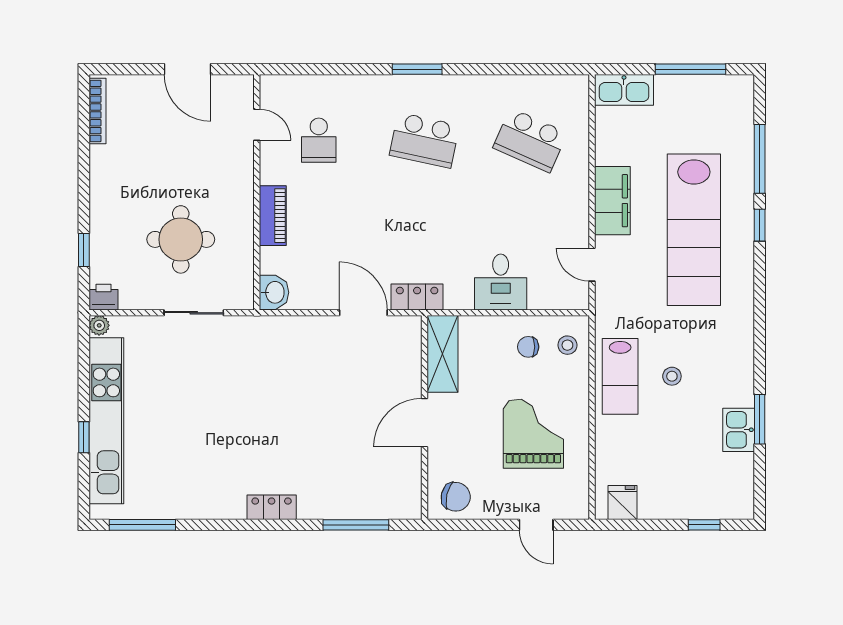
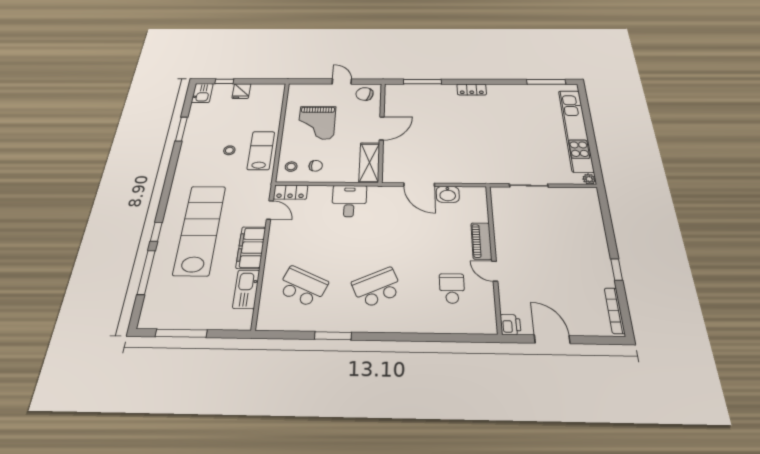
window: (417, 69) -> (333, 336), moved
kitchen sink: (624, 90) -> (246, 289), moved, turned -90
door: (257, 125) -> (495, 271), moved
school desk: (424, 140) -> (377, 287), turned -36
round table: (181, 239) -> (543, 227), removed
window: (84, 250) -> (617, 269), moved
desk: (501, 282) -> (349, 201), moved
washbasin: (274, 292) -> (448, 194), moved, turned -90
printer: (103, 297) -> (511, 325), moved, turned -90
locker: (417, 297) -> (290, 192), moved
kitchen sink: (739, 430) -> (202, 93), moved
window: (84, 437) -> (588, 122), removed
fridge: (623, 503) -> (241, 91), moved
door: (536, 525) -> (342, 82), moved

